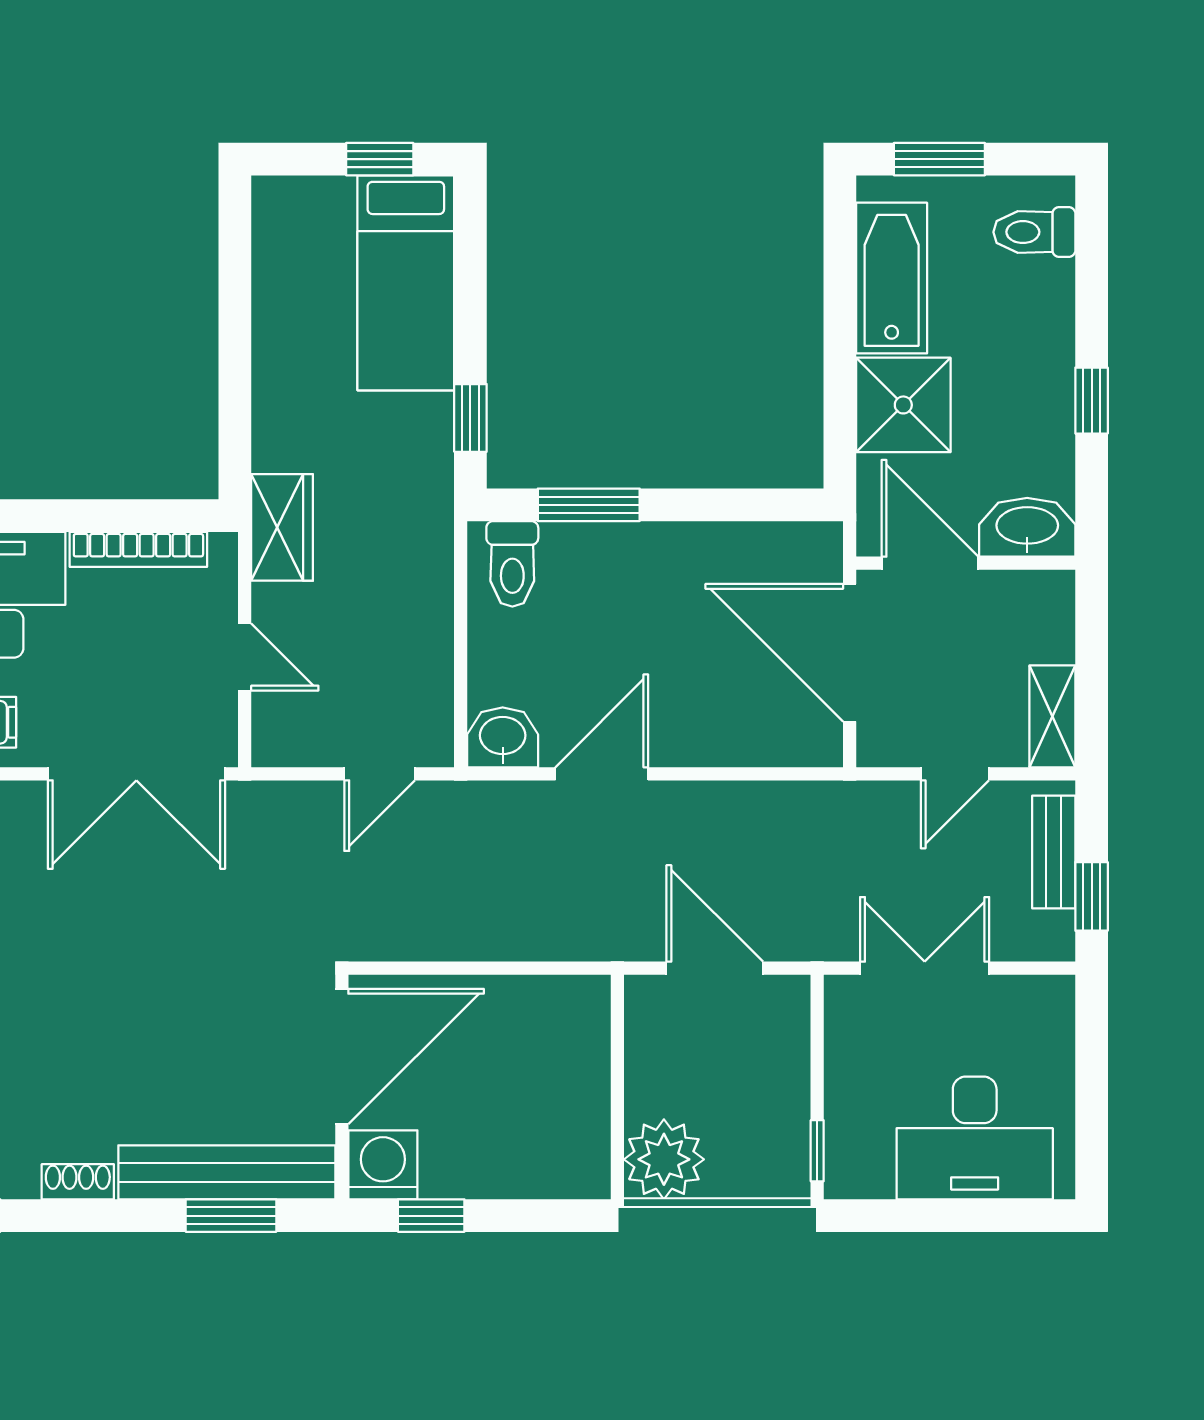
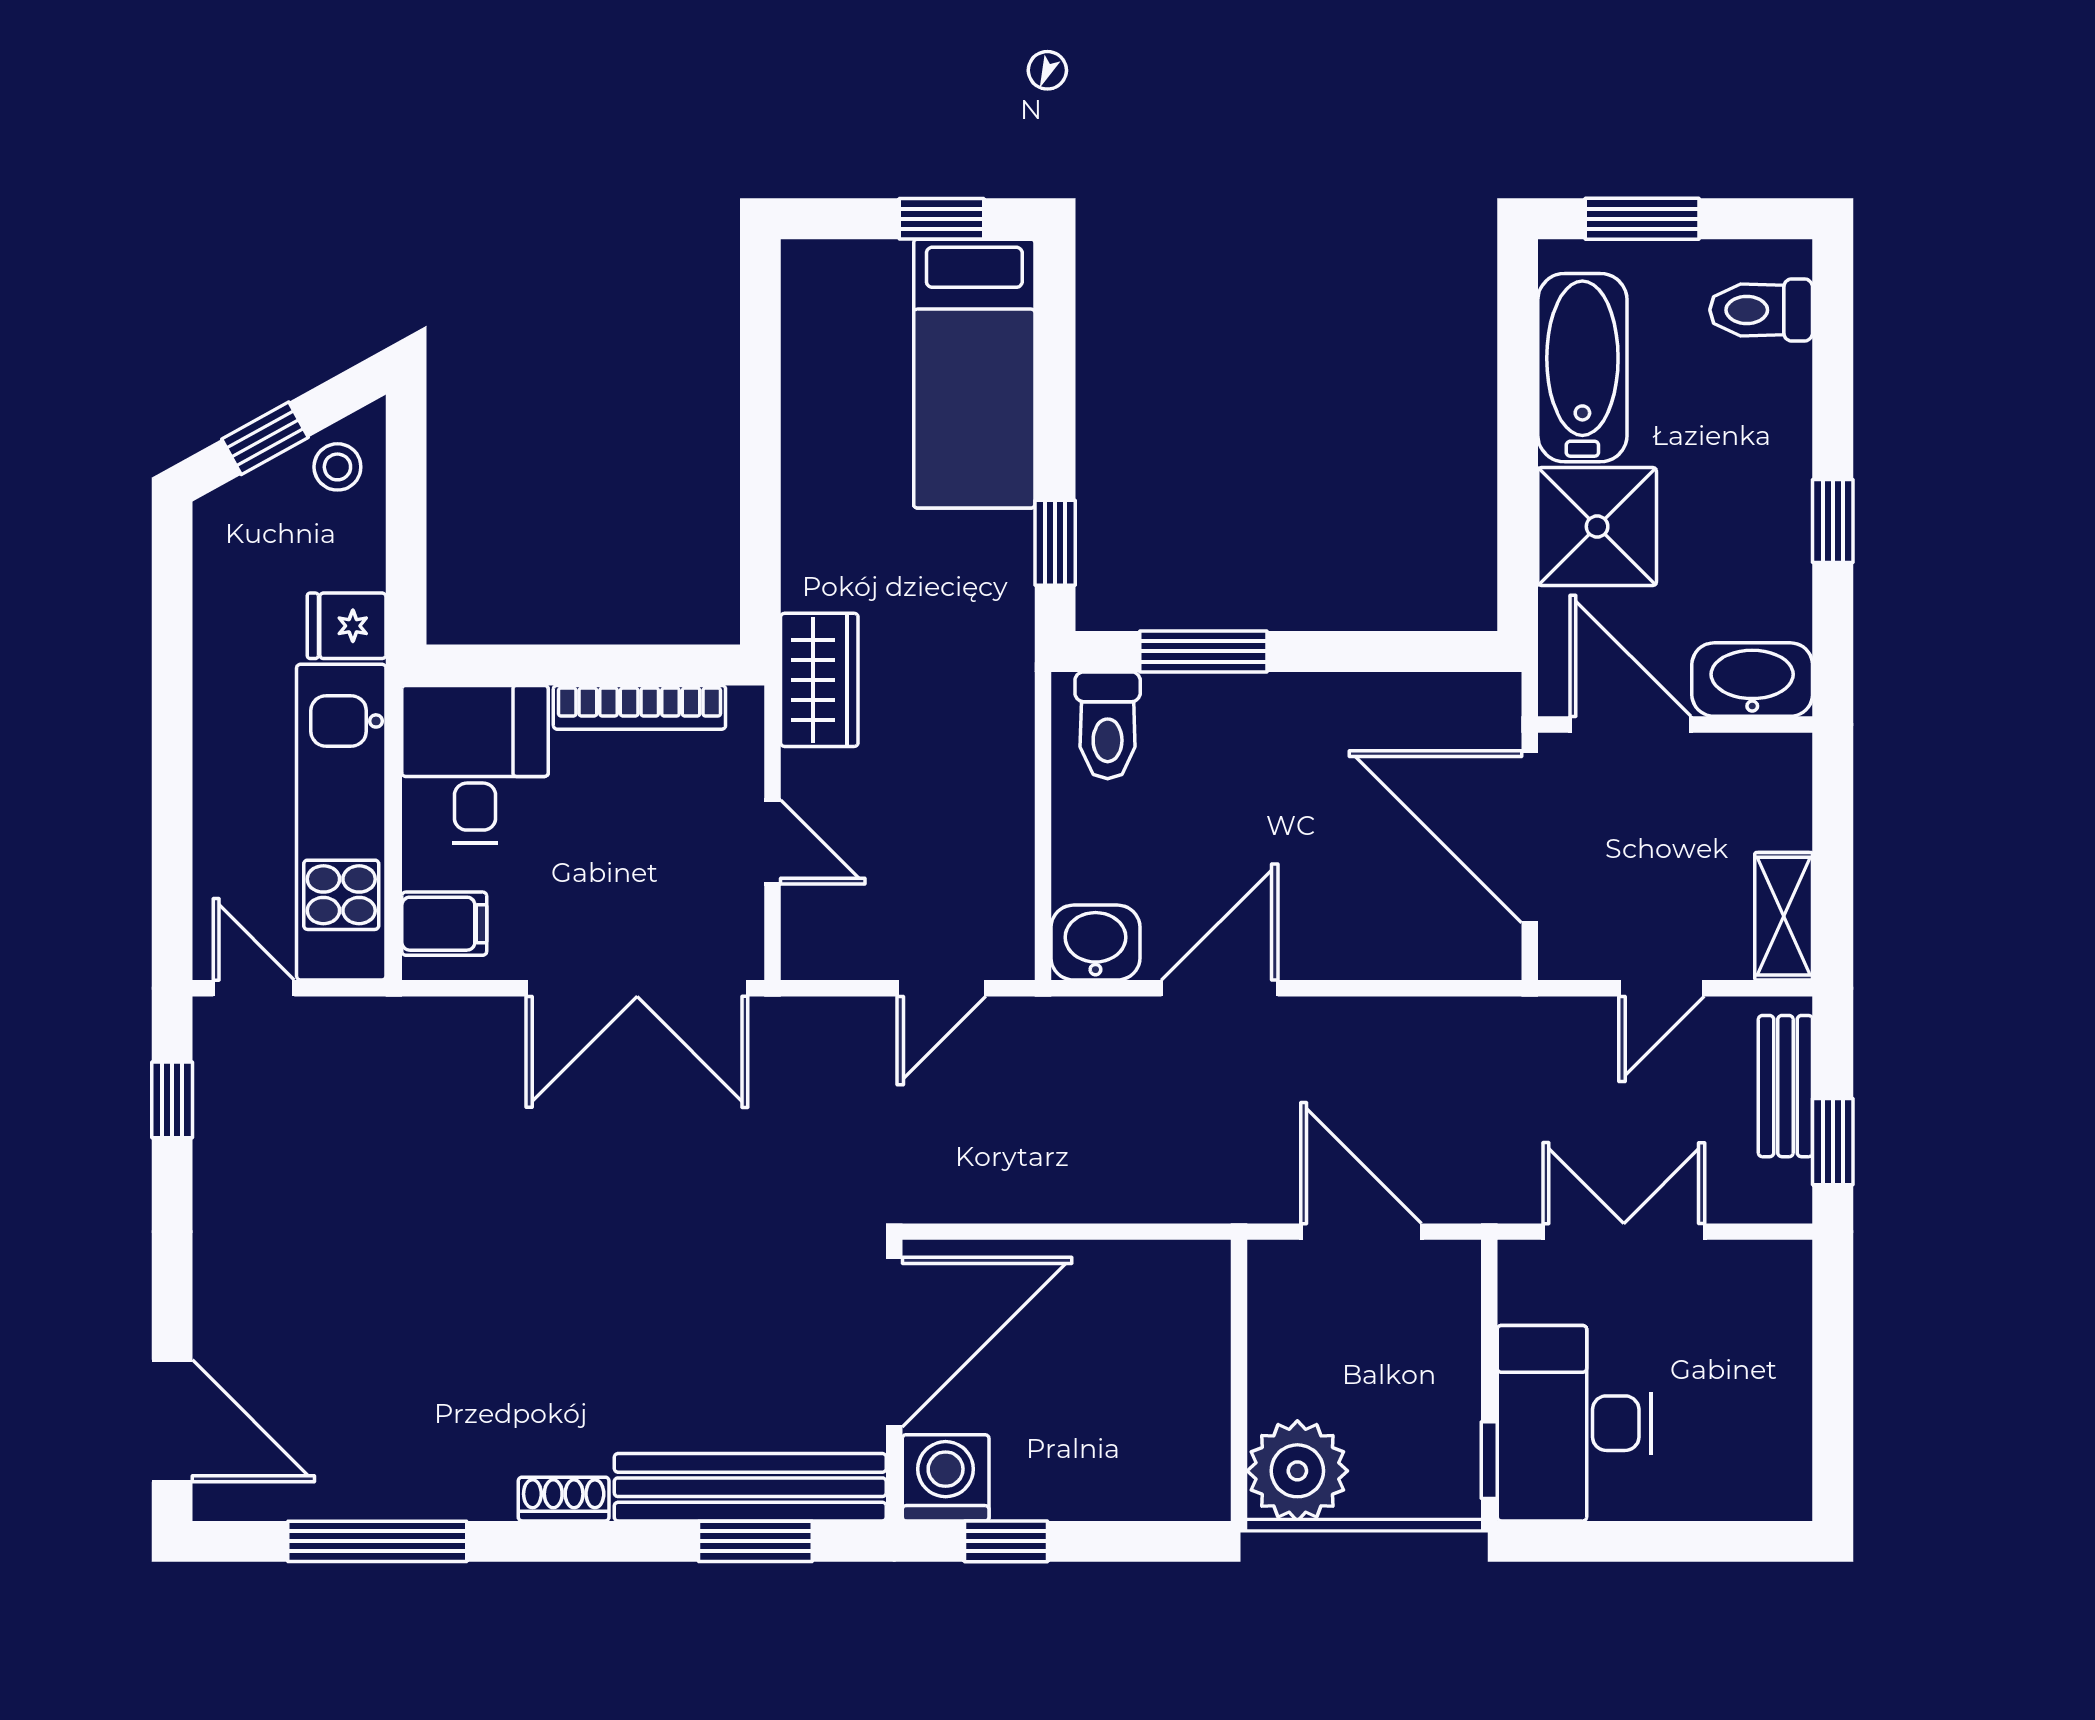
desk: (975, 1138) -> (1574, 1423), moved, turned 90

